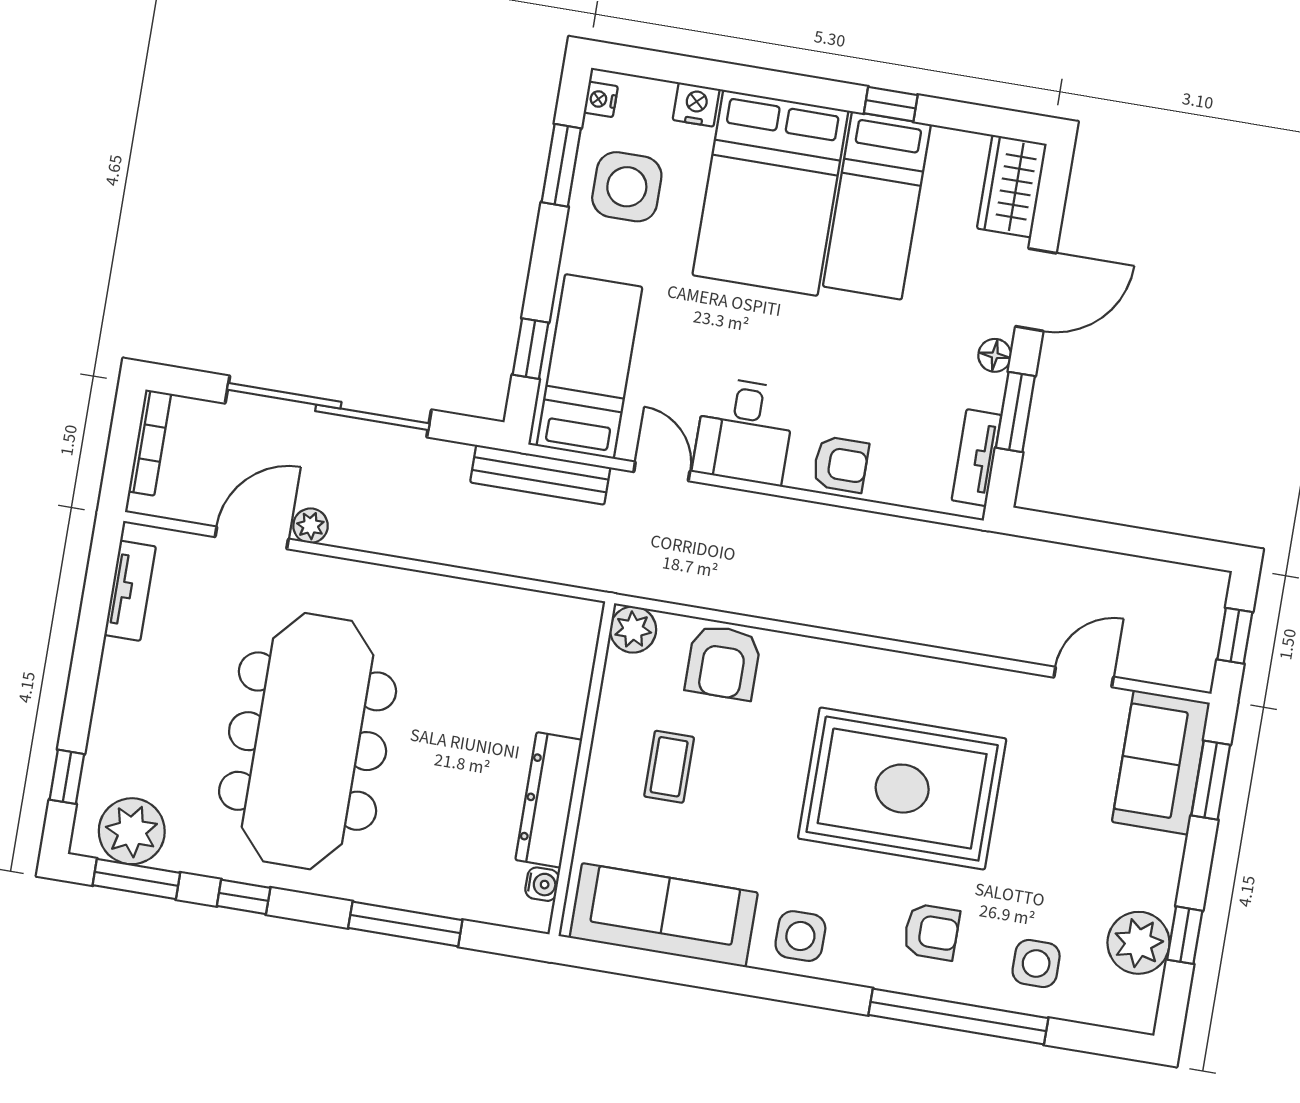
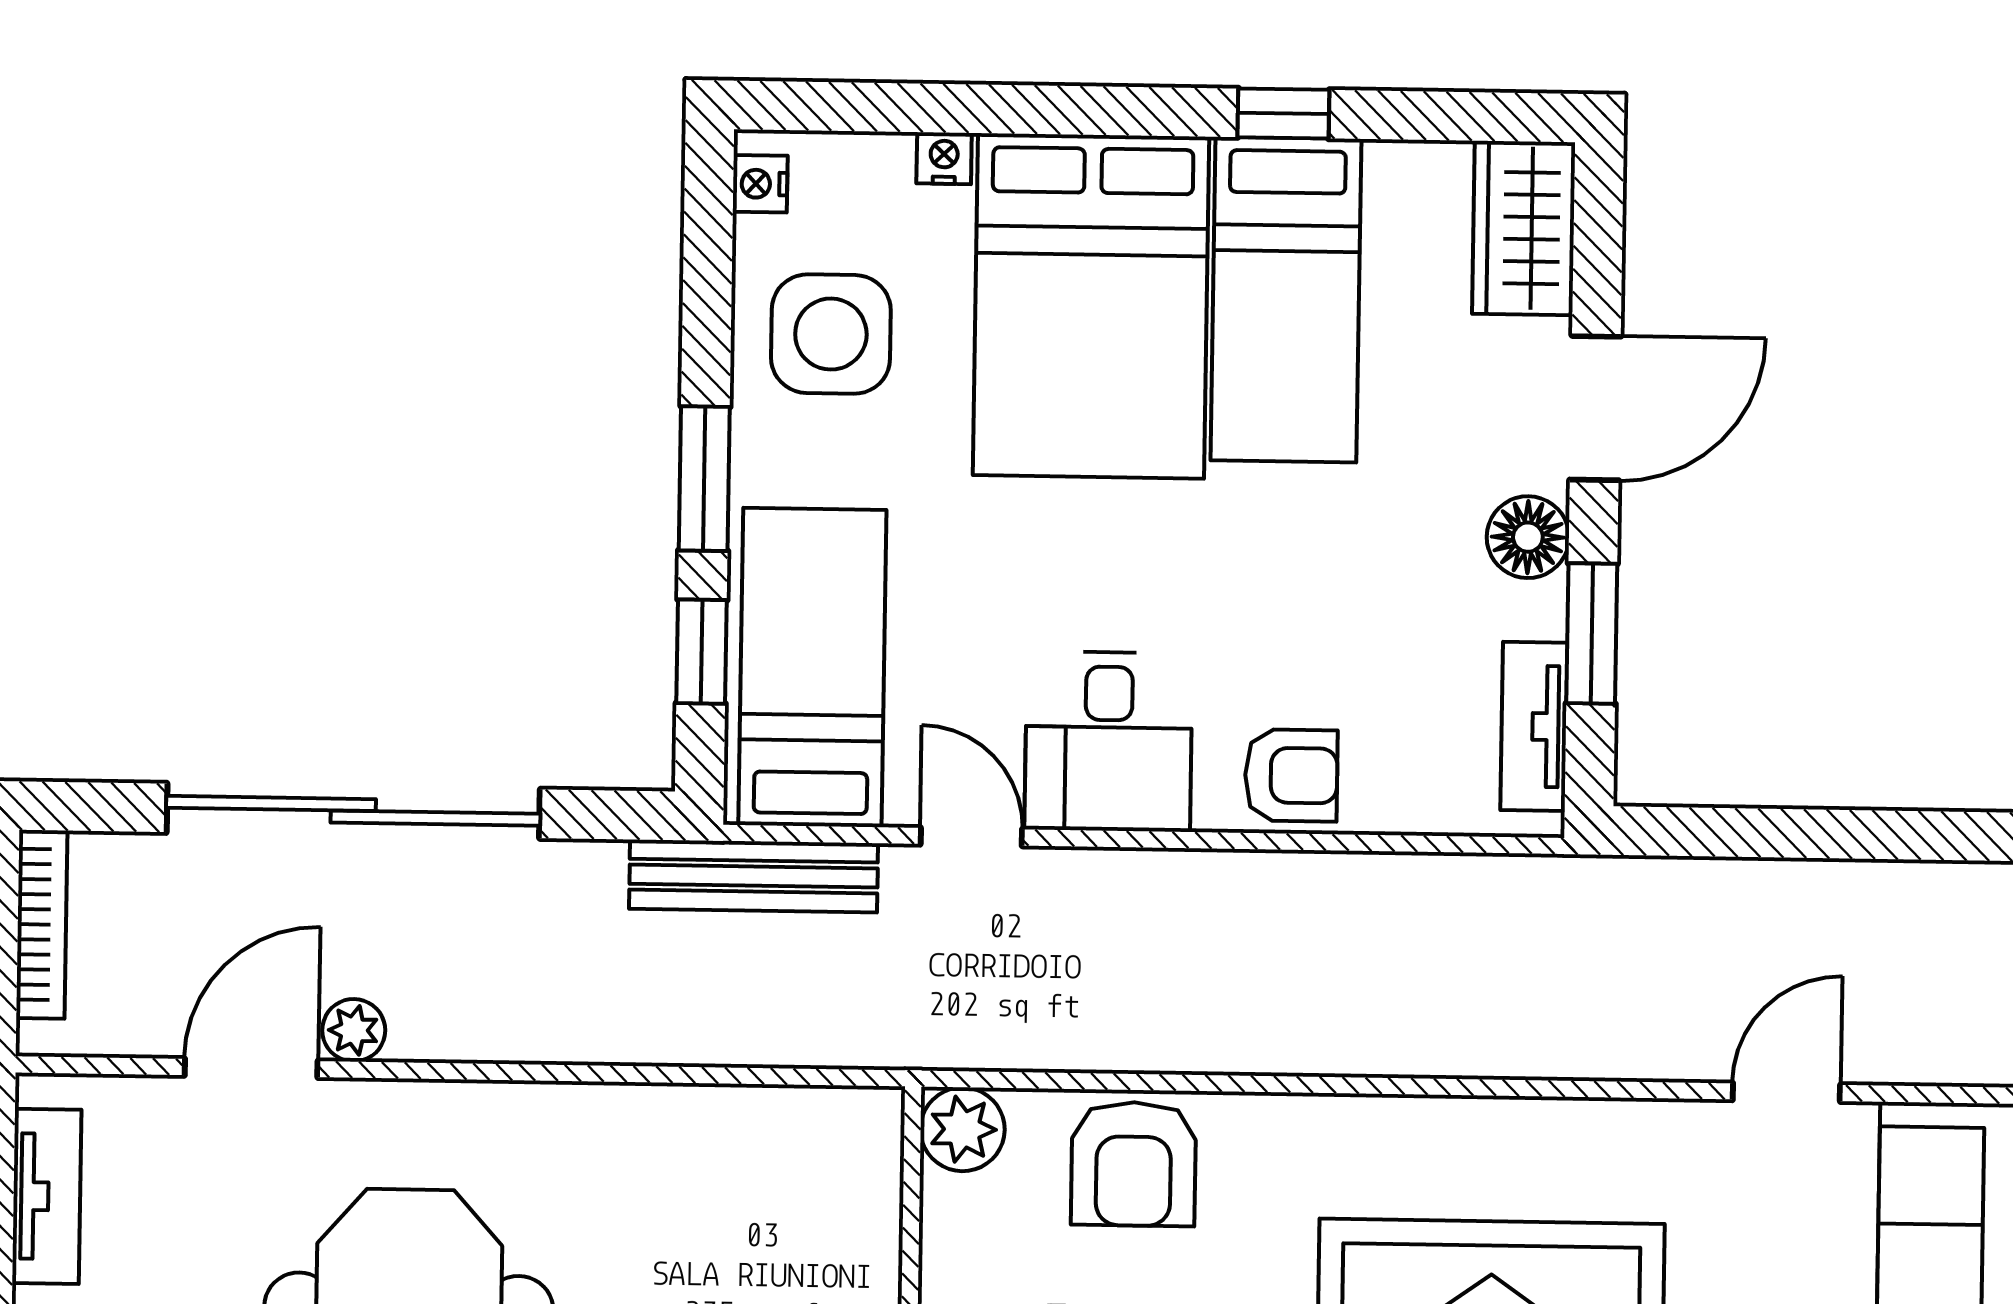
nightstand: (696, 105) -> (944, 158), width x0.72, depth x0.74
window: (561, 165) -> (704, 479), moved
floor lamp: (995, 355) -> (1528, 537), width x1.37, depth x1.37

